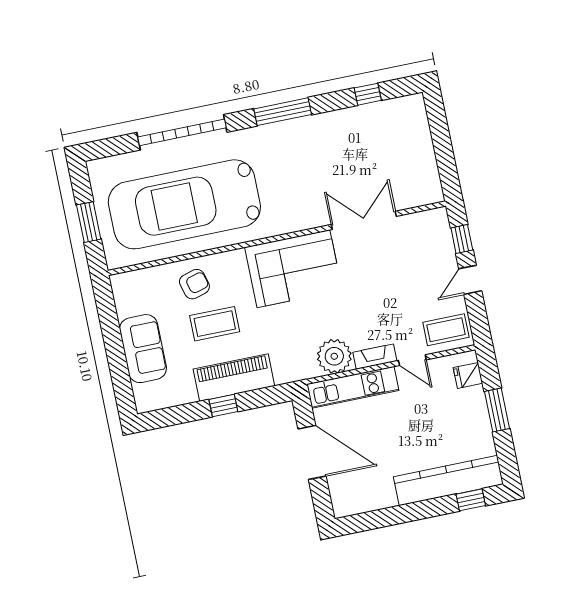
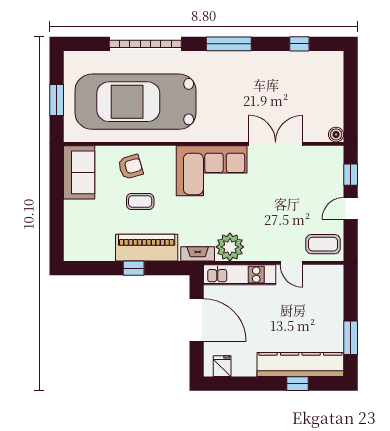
boiler: (434, 194) -> (336, 135), added
coffee table: (215, 324) -> (140, 202), width x0.73, depth x0.77
sofa: (143, 349) -> (79, 172), moved
fireplace: (375, 357) -> (198, 254), moved
fridge: (468, 375) -> (222, 366), moved, turned 90
window: (497, 410) -> (351, 338), moved
window: (471, 500) -> (297, 384), moved

